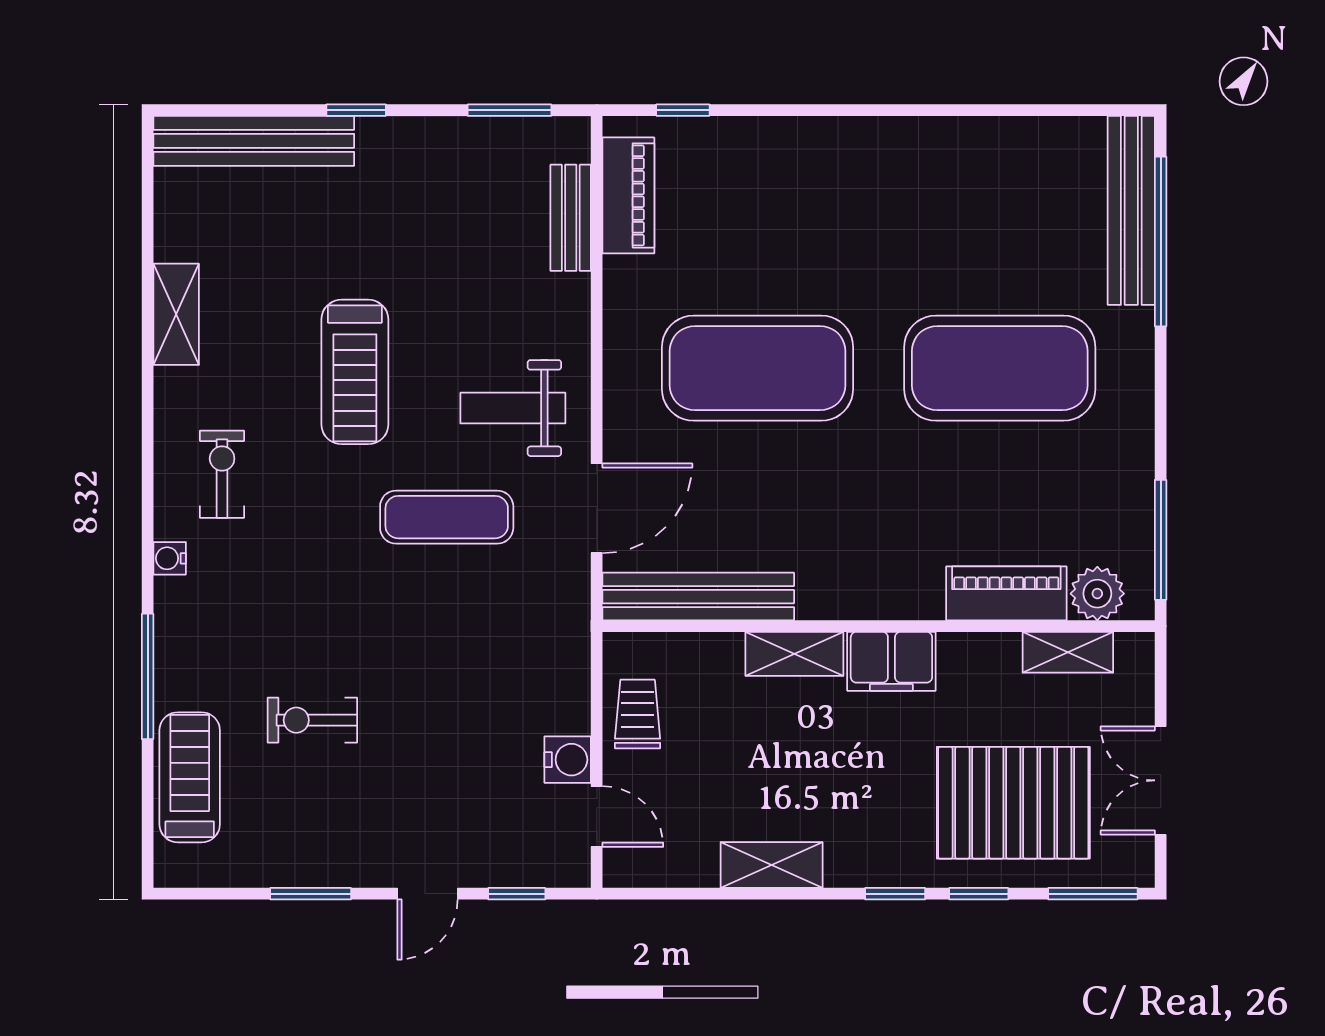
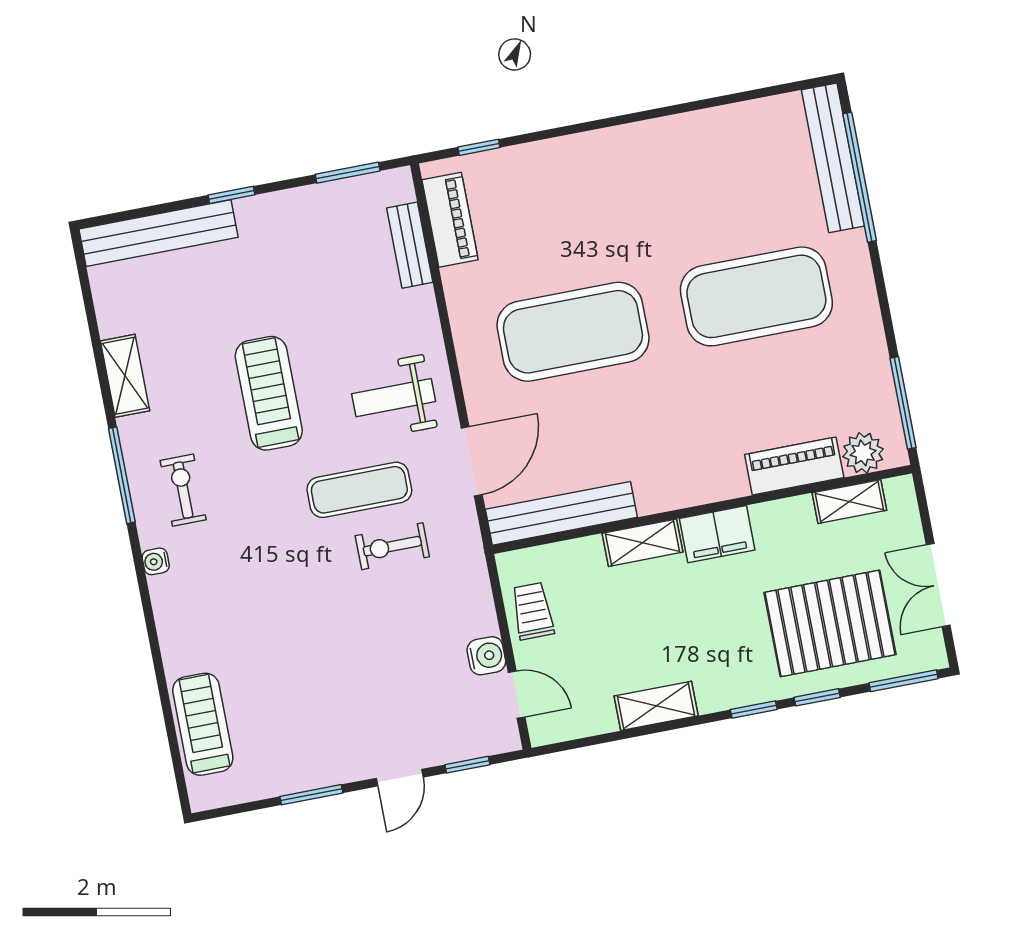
treadmill: (355, 372) -> (269, 393), turned 180
window: (148, 676) -> (122, 475), moved
exercise bike: (312, 720) -> (392, 546), moved

